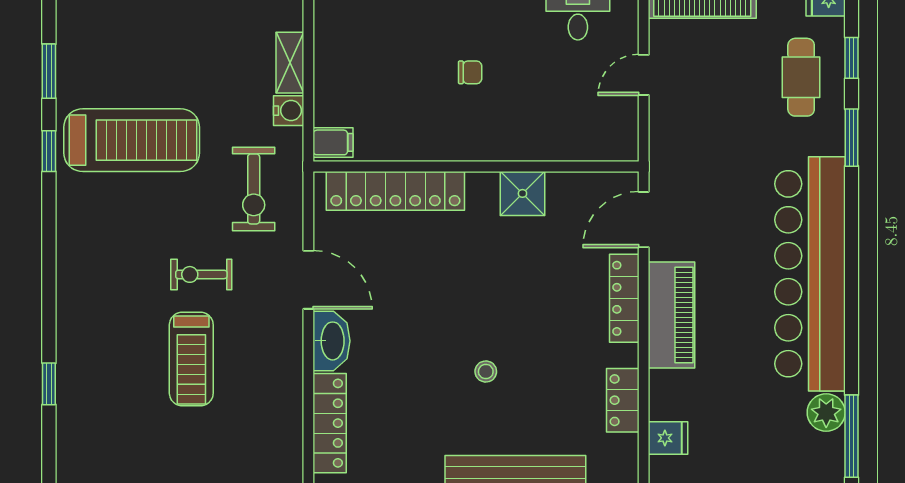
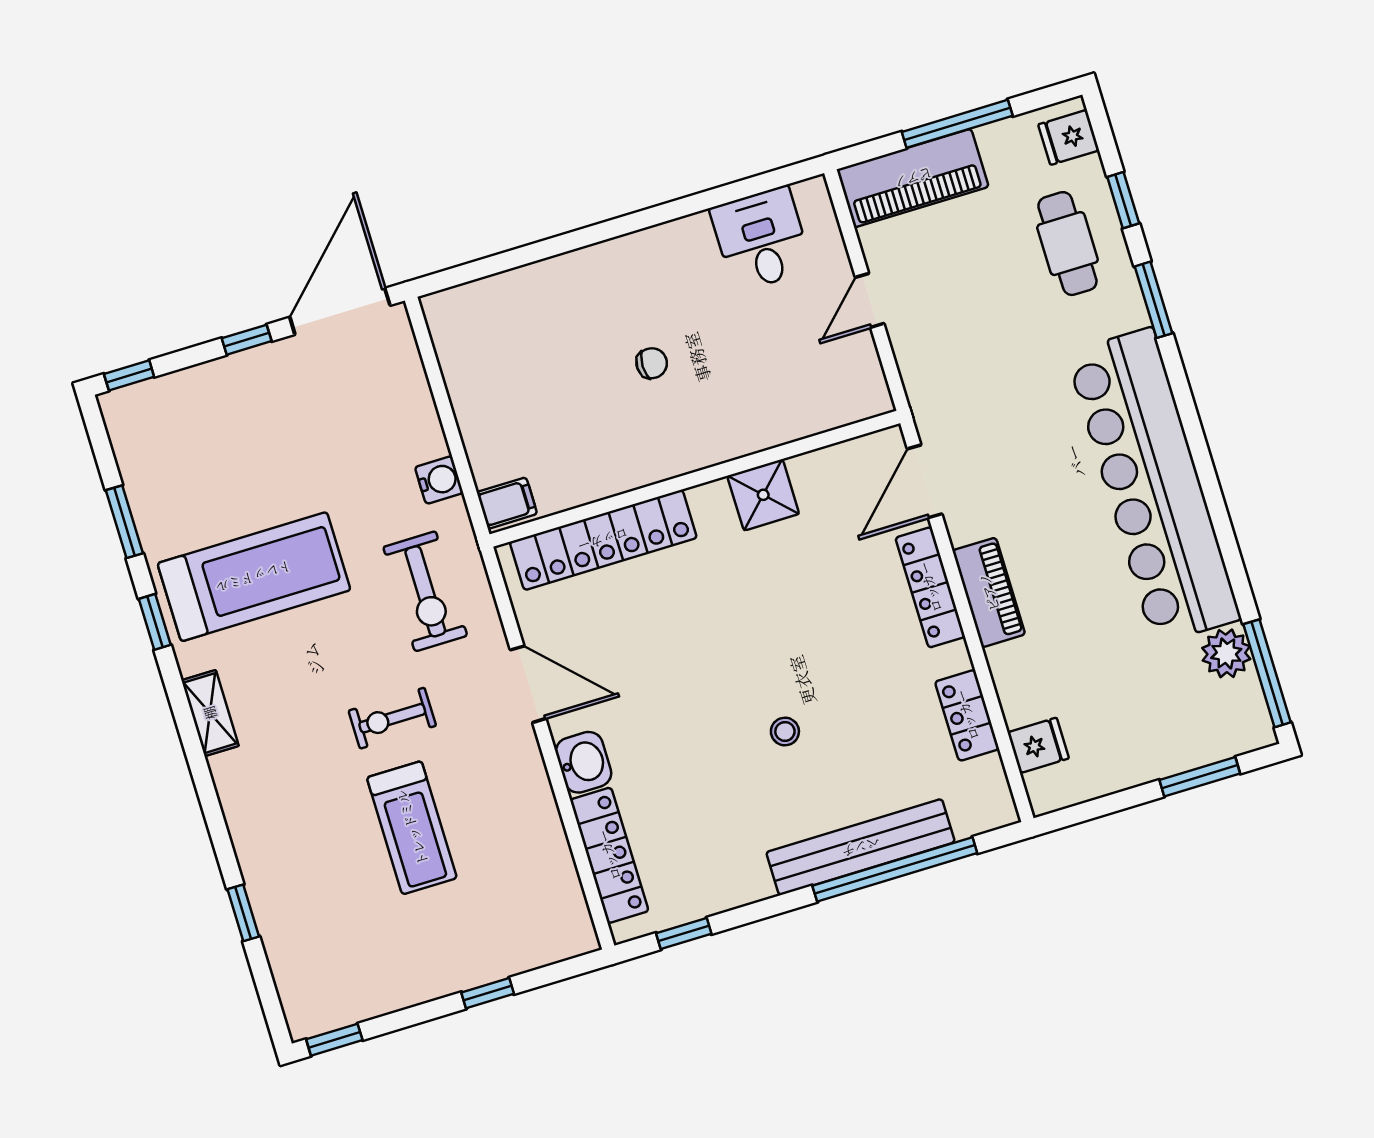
shelving: (290, 63) -> (210, 713), moved
piano: (672, 315) -> (989, 592), width x0.73, depth x0.75
washbasin: (332, 341) -> (584, 762), width x0.72

